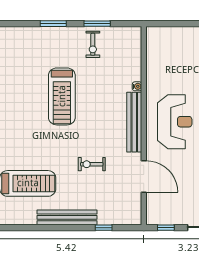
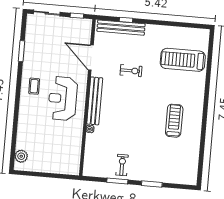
treadmill: (62, 96) -> (174, 121), moved, width x0.73, depth x0.73
bench: (67, 217) -> (121, 28), moved

